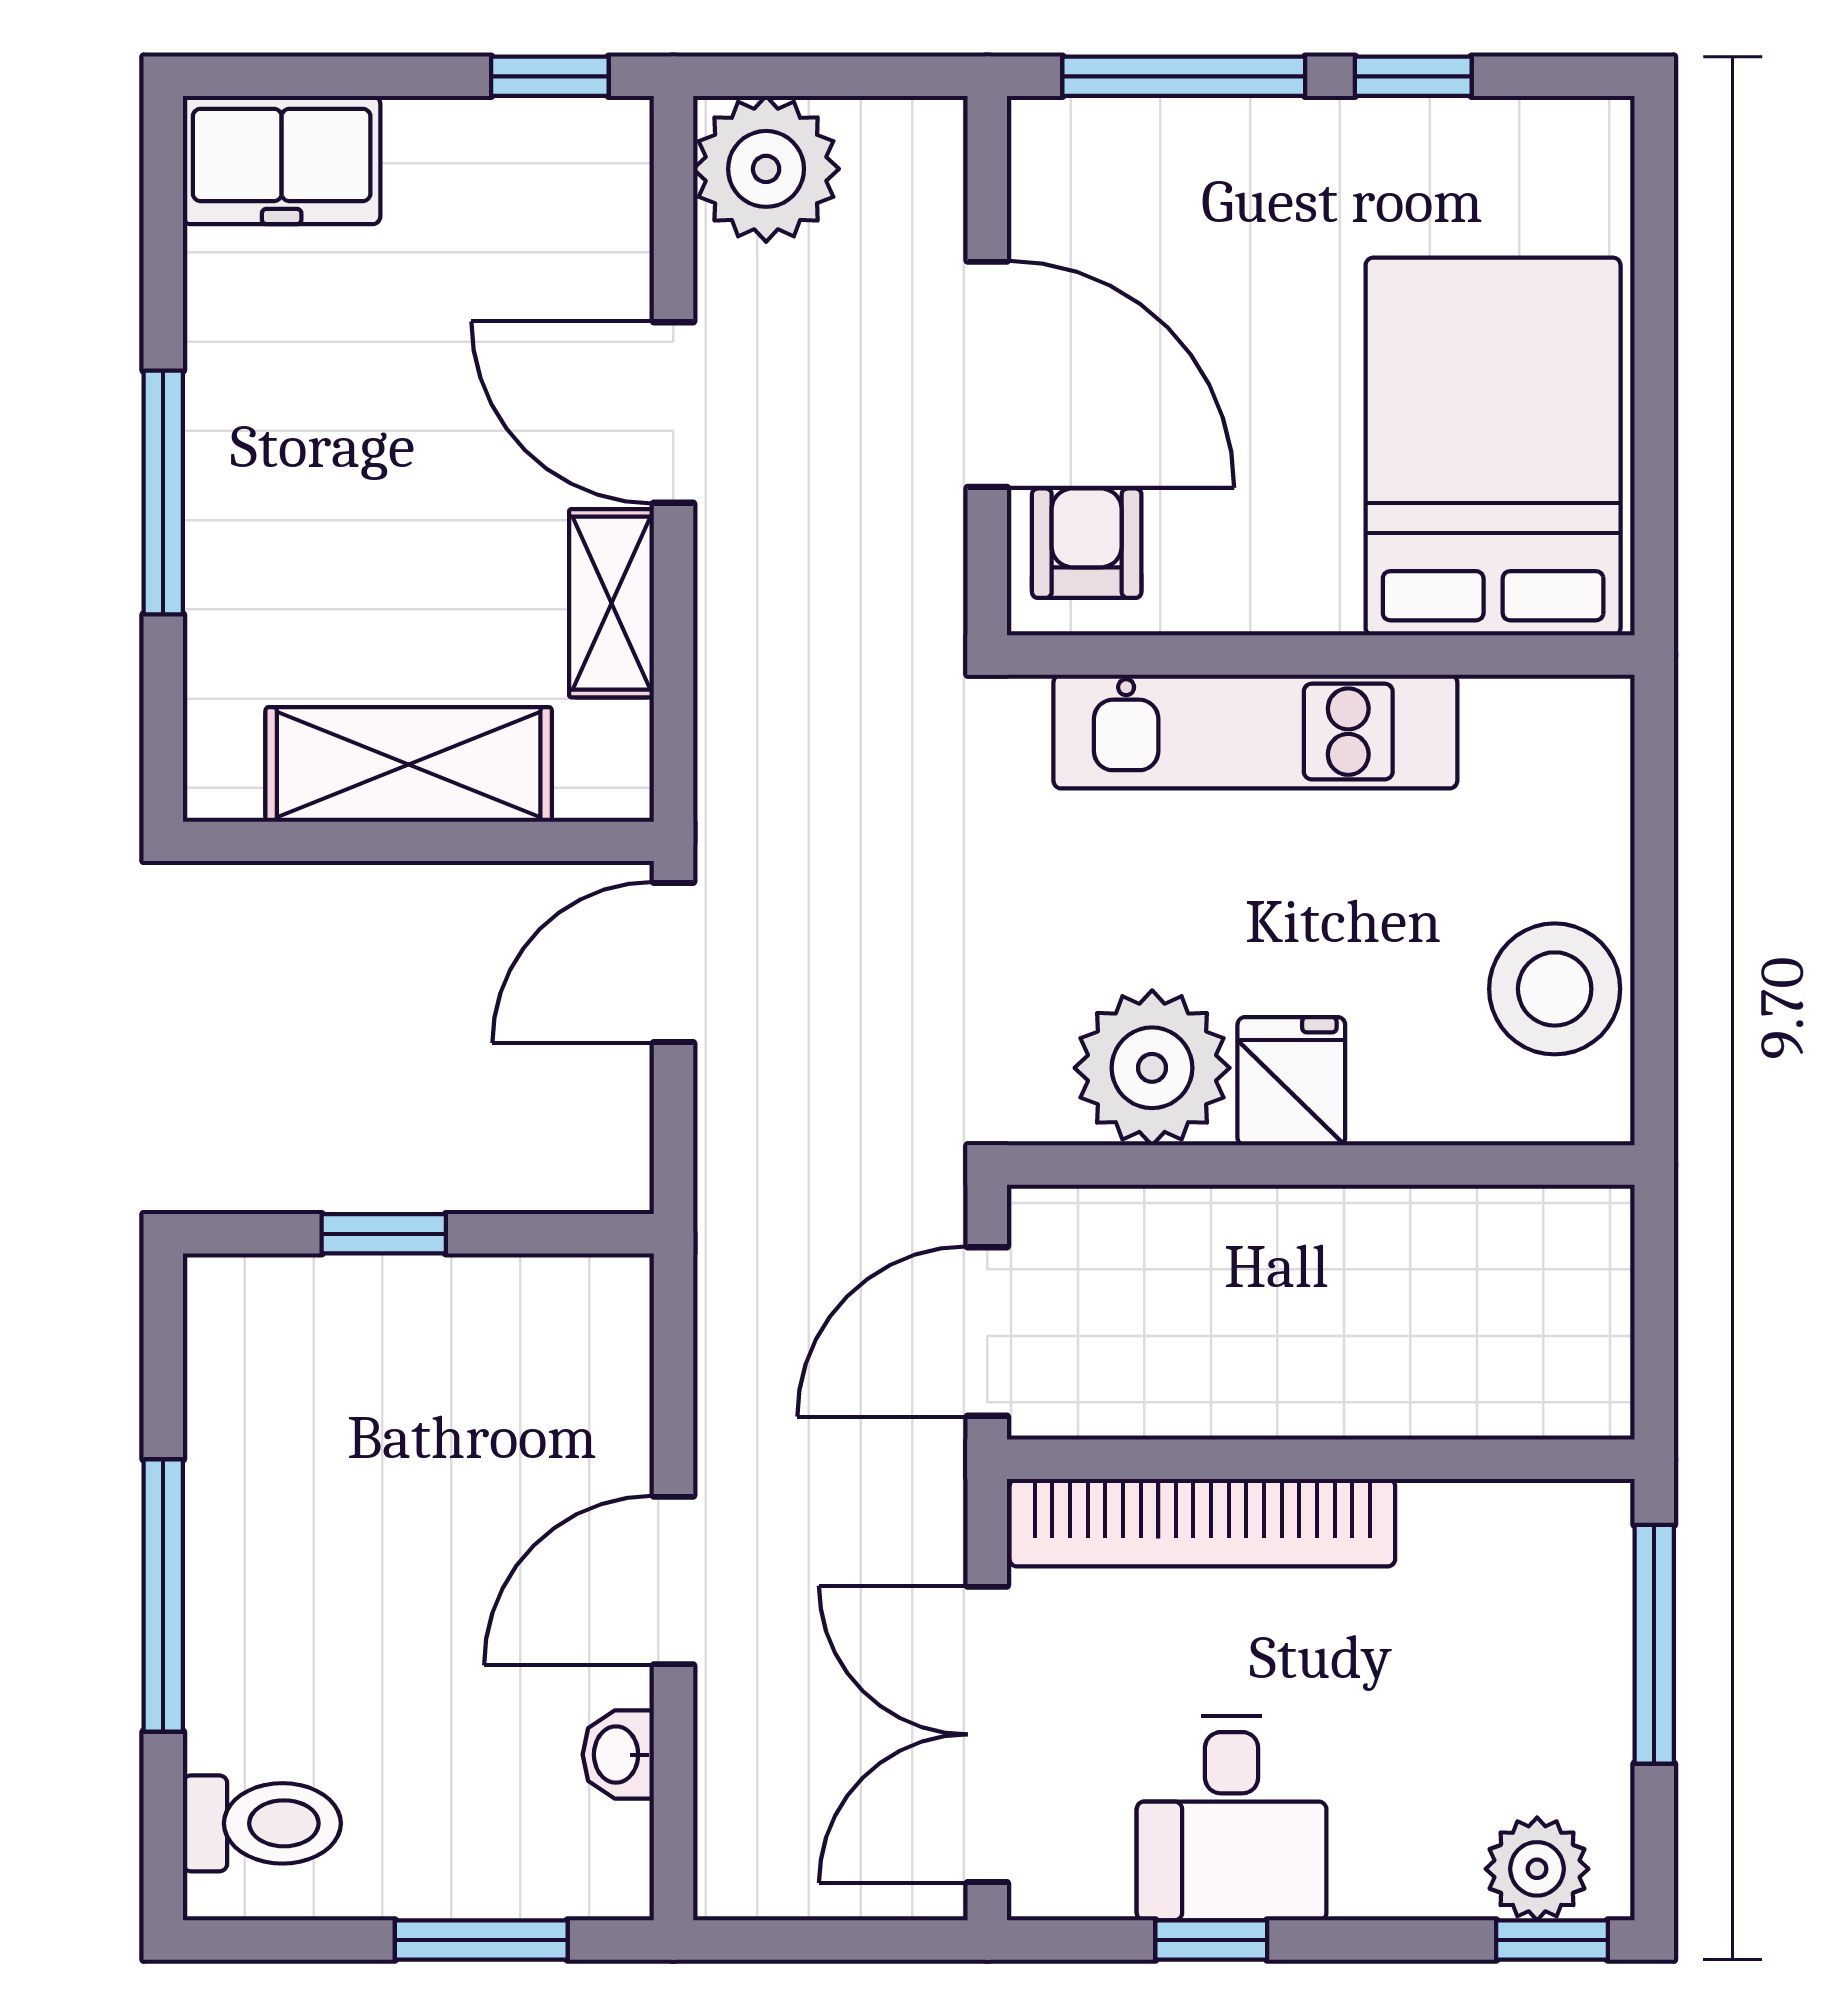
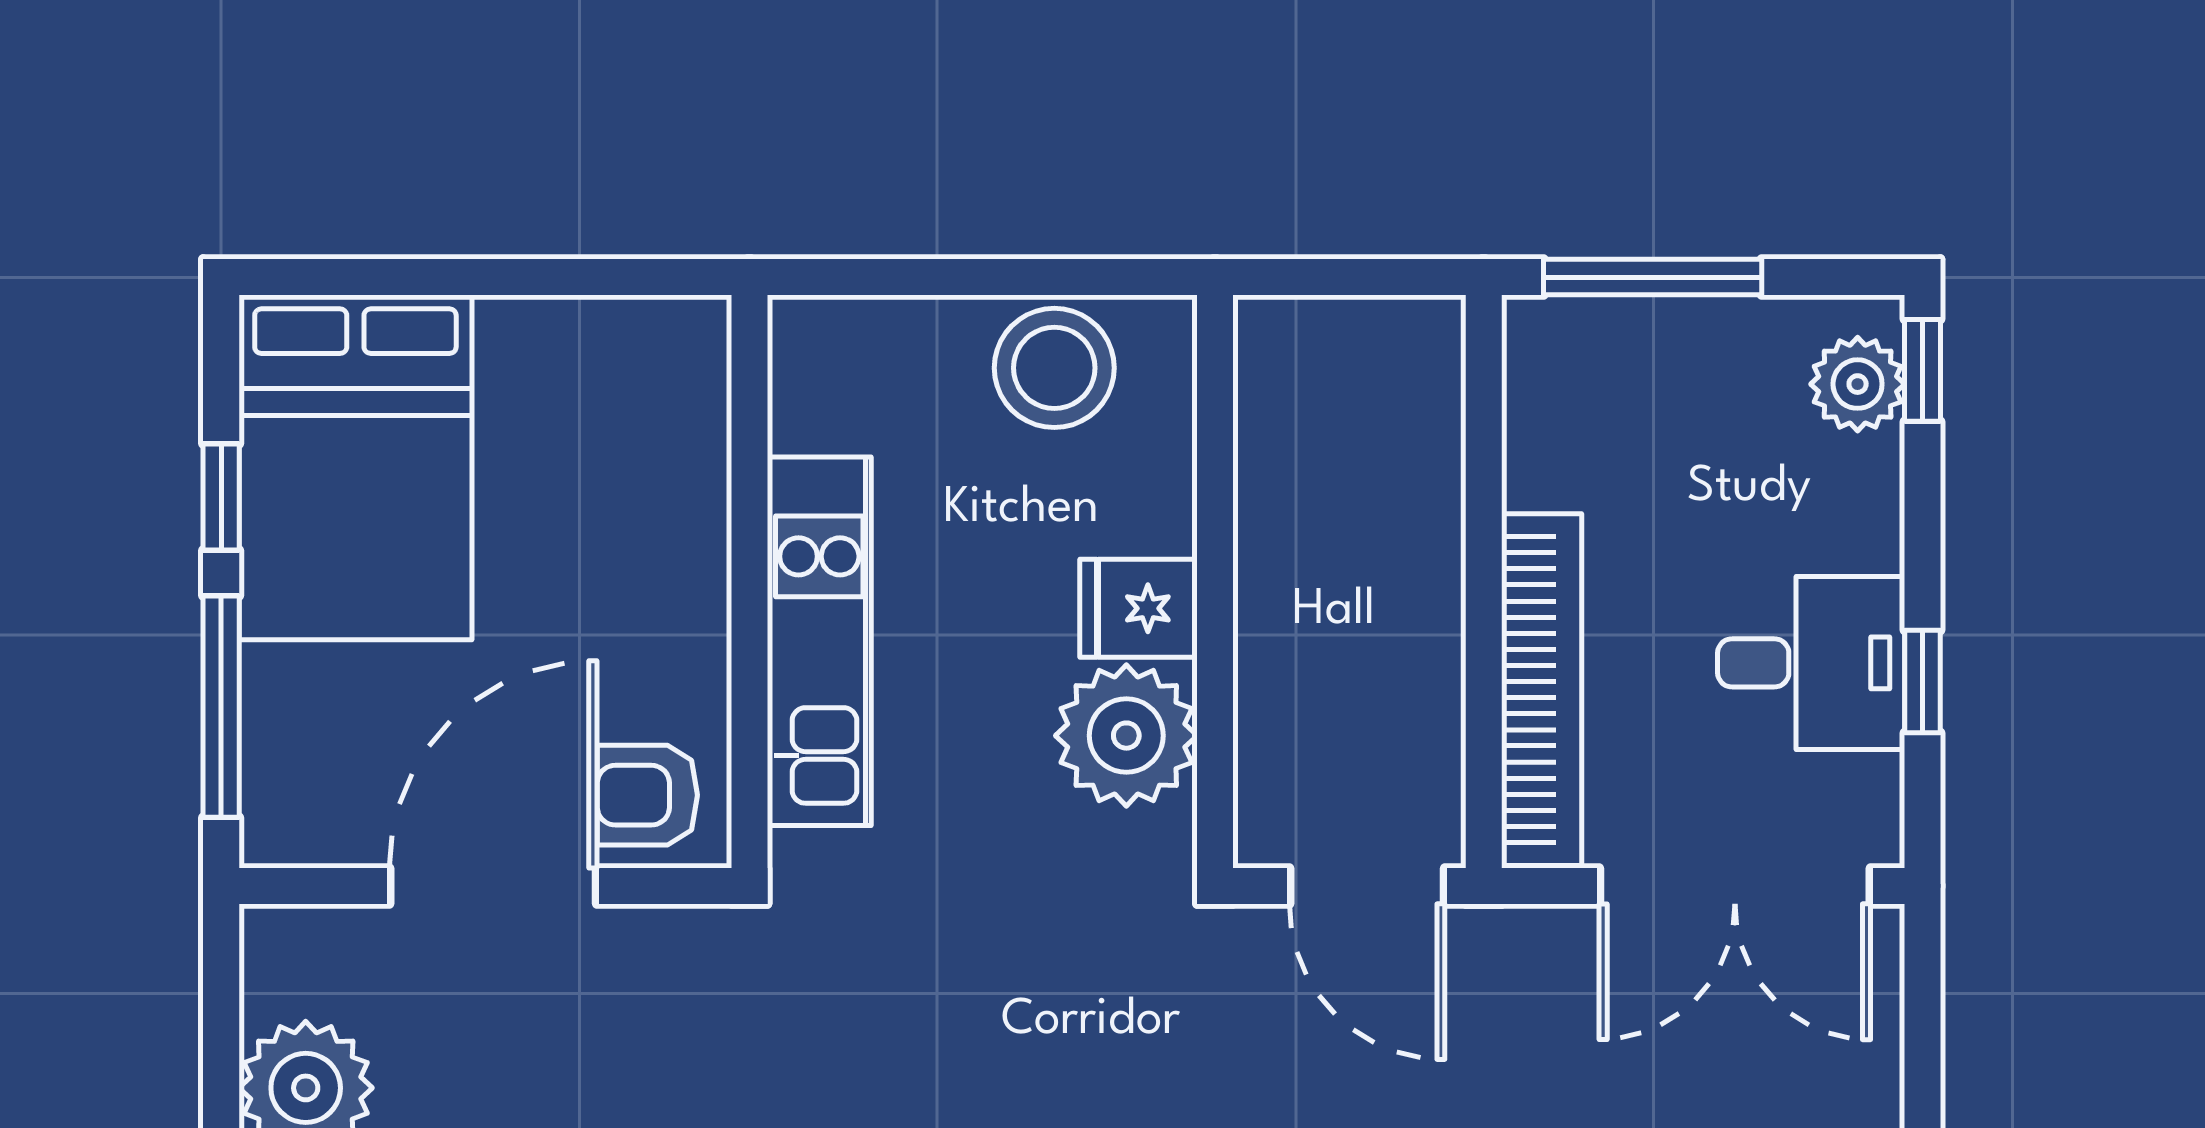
bed: (1493, 447) -> (355, 467), moved, turned -90

